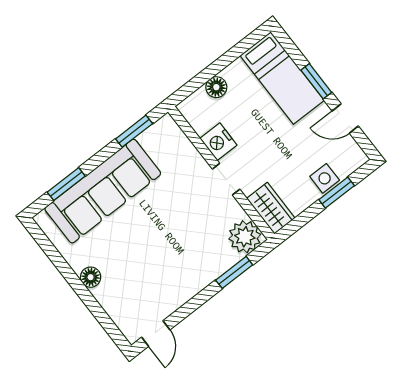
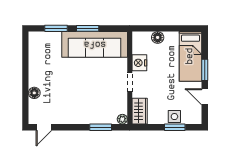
window: (134, 131) -> (88, 28), moved
sofa: (103, 191) -> (95, 44), moved
plant: (245, 237) -> (122, 119), width x0.53, depth x0.53
floor lamp: (91, 277) -> (34, 93), moved

